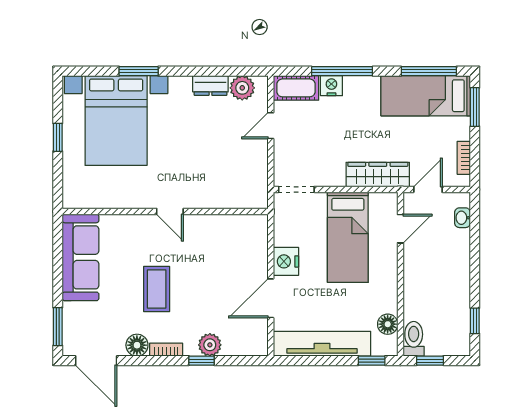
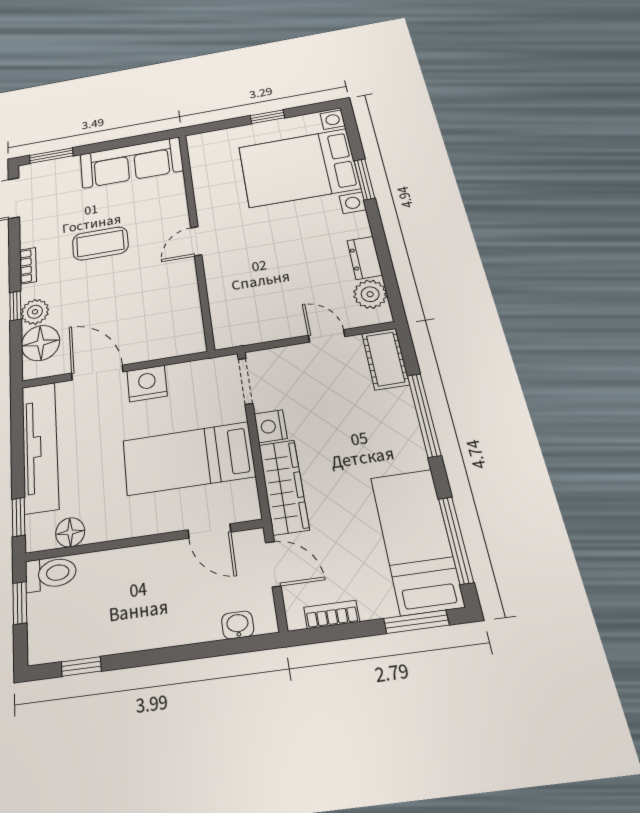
nightstand: (331, 86) -> (271, 426), moved, turned 180
floor lamp: (137, 345) -> (41, 343), moved, width x1.38, depth x1.38

